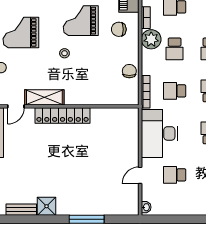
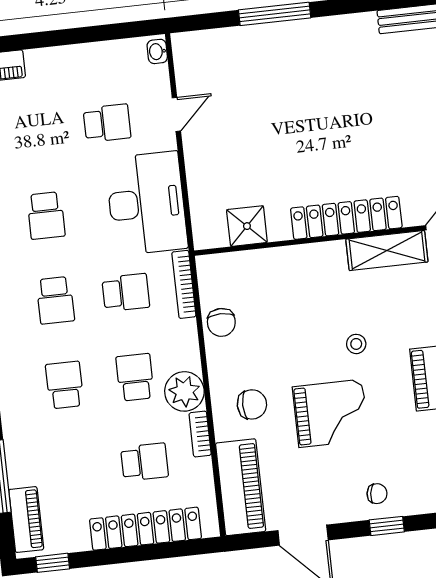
shower: (47, 206) -> (247, 226), moved

